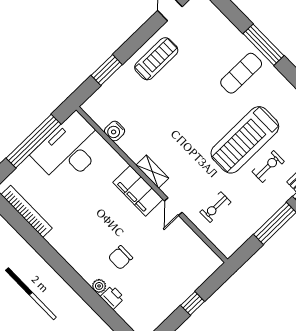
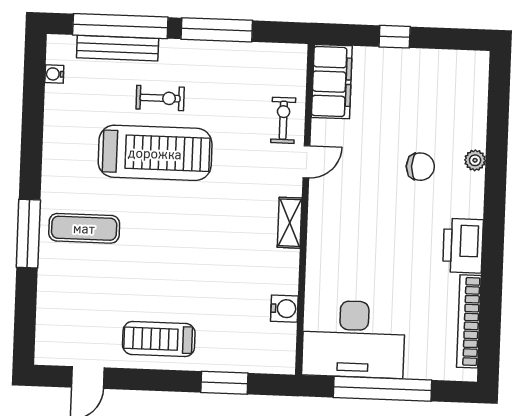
exercise bike: (268, 167) -> (160, 98), turned 180
filing cabinet: (138, 191) -> (332, 82), moved
exercise bike: (215, 207) -> (283, 120), moved, turned -90
printer: (112, 297) -> (463, 246), moved, width x1.87, depth x1.48

